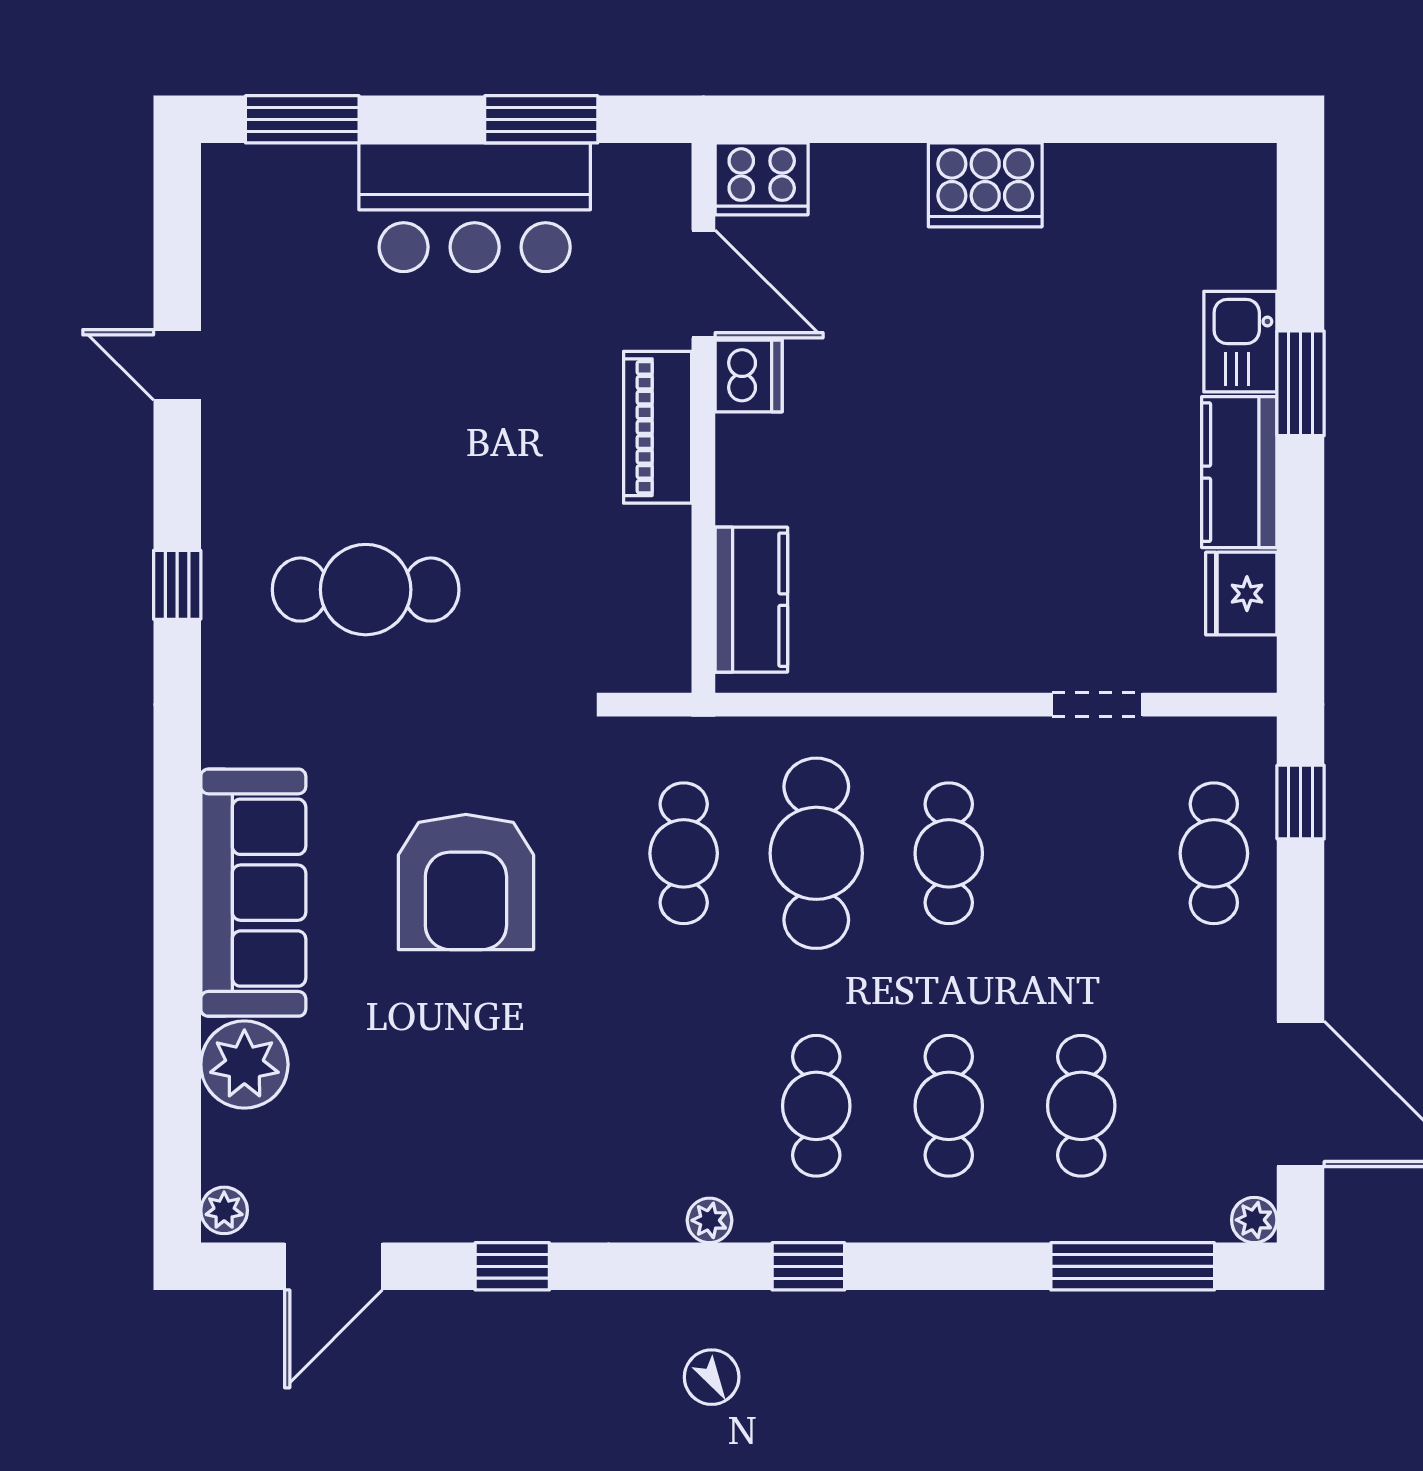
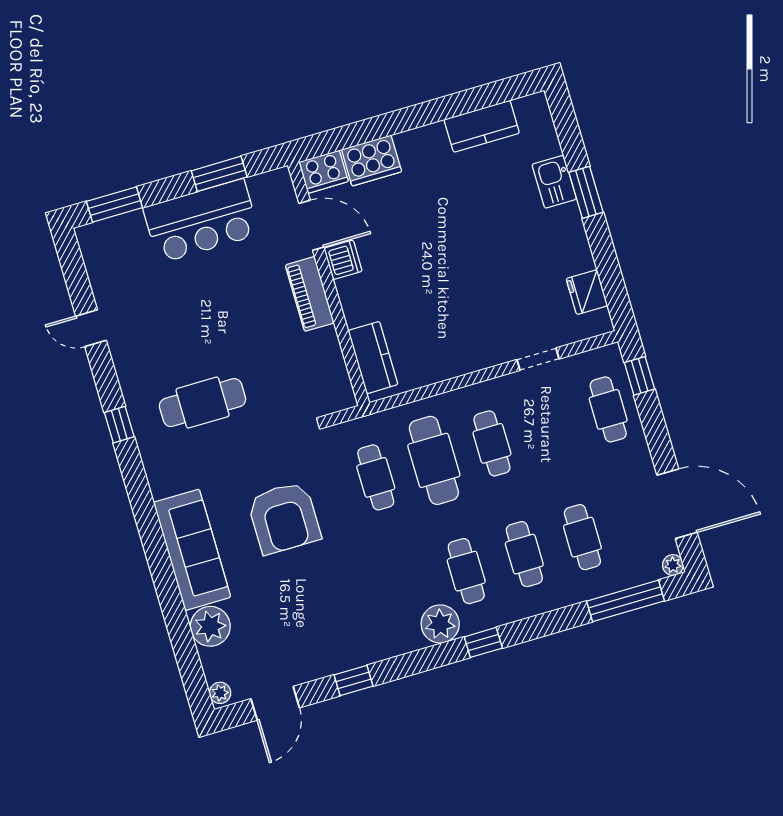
cooker: (985, 185) -> (372, 161), moved
kitchen counter: (1239, 472) -> (482, 126), moved, turned -90
plant: (709, 1220) -> (440, 624), width x1.87, depth x1.87

